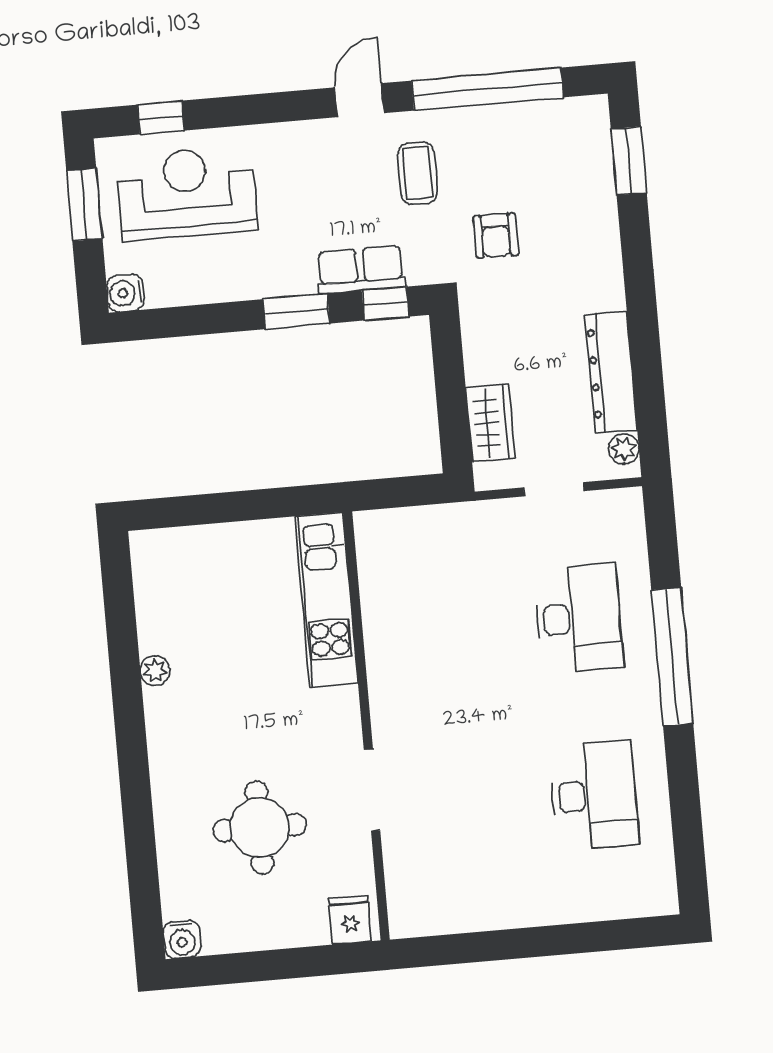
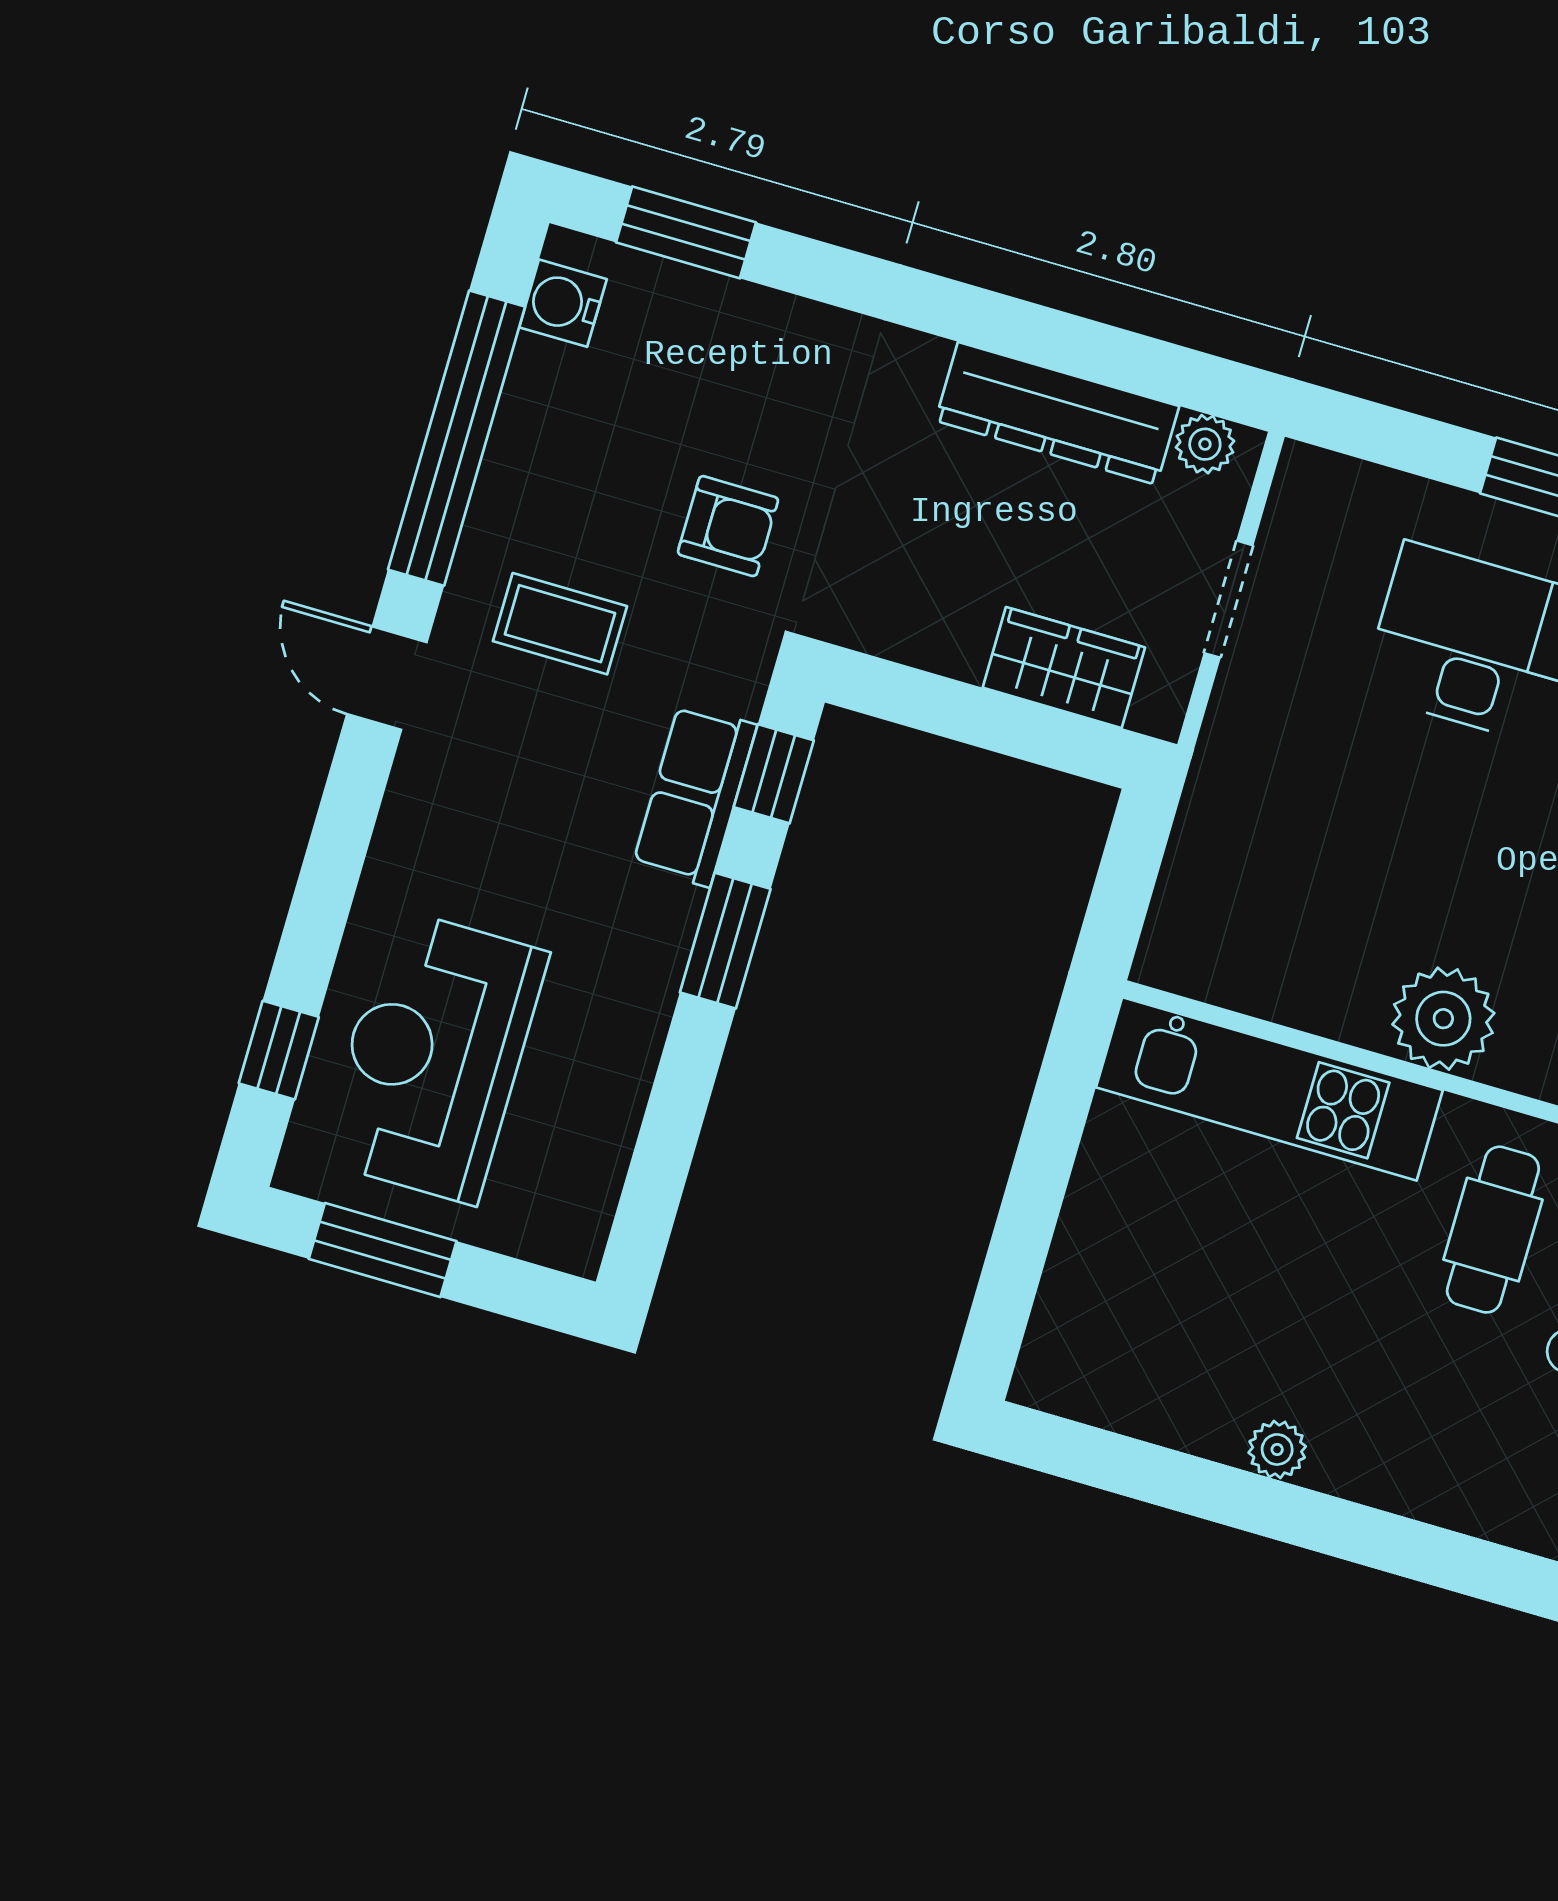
water cooler: (125, 293) -> (563, 303), moved, turned 90
plant: (393, 670) -> (1443, 1019), added
cafe table: (301, 733) -> (1493, 1230), added

